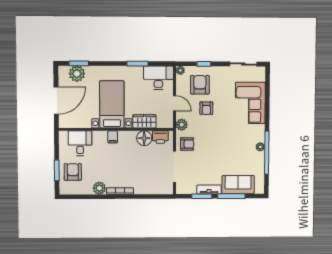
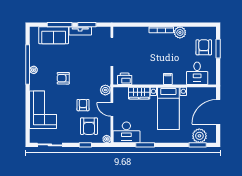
floor lamp: (144, 138) -> (139, 78), removed
armchair: (187, 144) -> (63, 78), moved
armchair: (73, 172) -> (204, 47), turned 180

